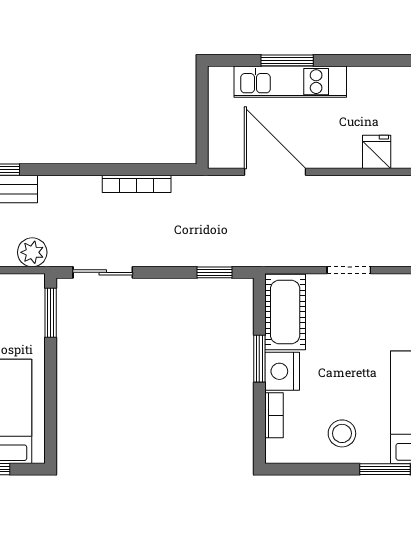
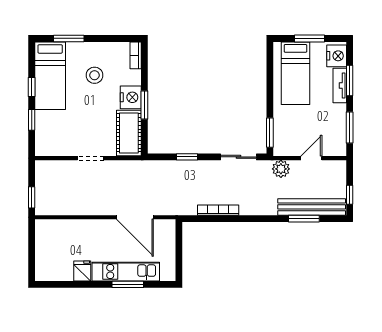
fridge: (377, 152) -> (82, 271), moved, turned 180
window: (214, 272) -> (187, 157), moved
bookcase: (274, 415) -> (136, 55), moved
stool: (342, 433) -> (95, 75), moved

